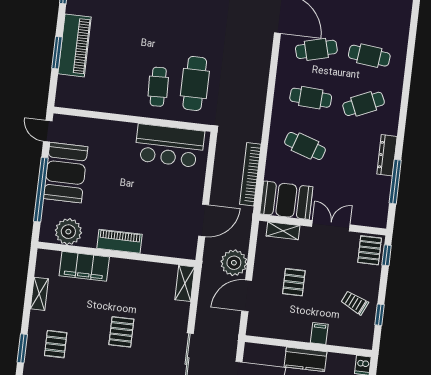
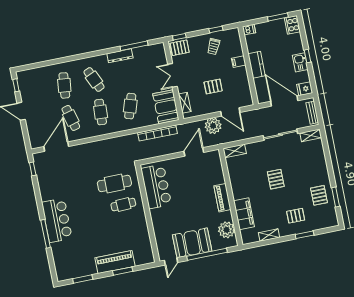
door: (204, 220) -> (194, 152), hinge flipped
pallet: (121, 332) -> (276, 179), turned 90

